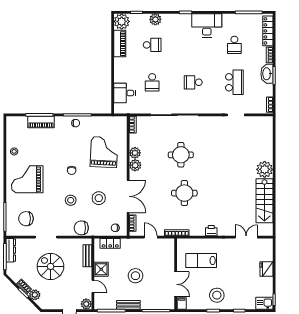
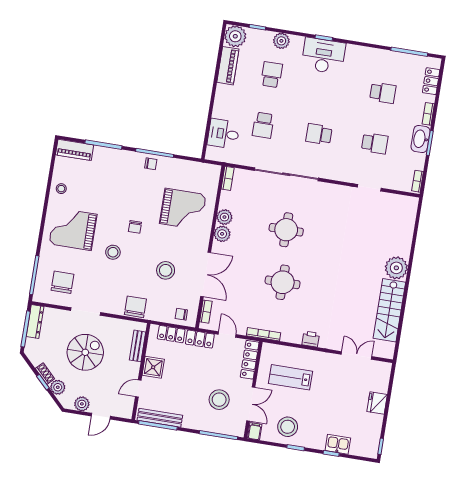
desk: (207, 25) -> (323, 56), moved
locker: (268, 31) -> (431, 81), width x0.66
school desk: (152, 45) -> (271, 75), turned -90
school desk: (234, 45) -> (383, 93), turned -90
school desk: (234, 82) -> (375, 143), width x0.54
piano: (41, 122) -> (75, 150), moved
grand piano: (104, 152) -> (183, 209), turned 87
stool: (71, 200) -> (113, 252), moved
chair: (26, 219) -> (62, 282), turned 90
chair: (81, 228) -> (135, 307), turned 90
locker: (131, 244) -> (200, 339), added
locker: (170, 253) -> (250, 360), added
spiral stairs: (50, 266) -> (85, 352), turned 90
stool: (135, 276) -> (219, 400), moved
door: (93, 286) -> (138, 388), swing flipped
stool: (217, 295) -> (288, 427), moved
kitchen sink: (264, 303) -> (338, 444), moved
plant: (86, 304) -> (82, 404), moved
bench: (128, 305) -> (160, 418), moved, width x1.36

